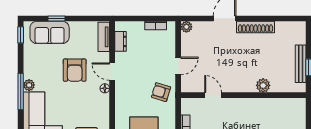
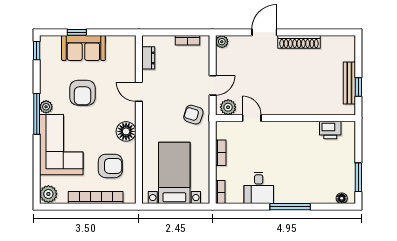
sofa: (50, 32) -> (83, 48), moved
tv unit: (104, 37) -> (130, 53), removed
armchair: (75, 70) -> (82, 93), moved
plant: (263, 85) -> (228, 107), moved
floor lamp: (105, 88) -> (126, 131), moved, width x1.89, depth x1.89
printer: (283, 106) -> (330, 130), added

